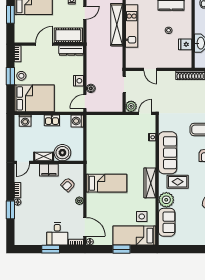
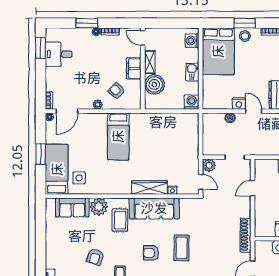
door: (85, 102) -> (254, 111), moved
wardrobe: (150, 183) -> (149, 187), moved
desk: (57, 234) -> (59, 54), moved
window: (51, 249) -> (41, 48), moved

